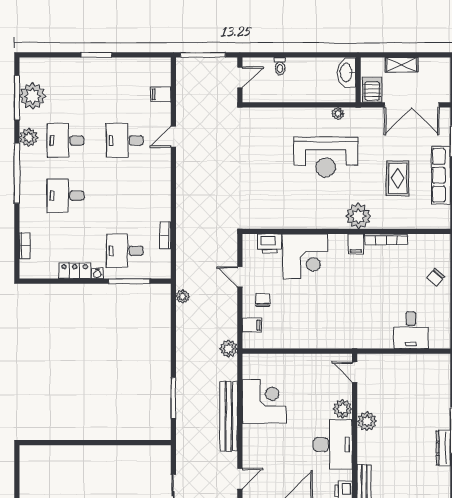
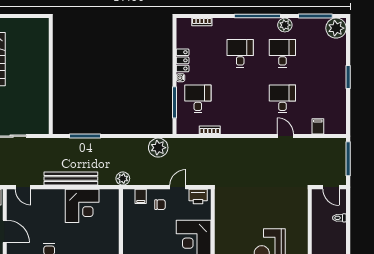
plant: (33, 96) -> (336, 28), moved
printer: (270, 243) -> (198, 196), moved, turned -90
plant: (183, 297) -> (158, 148), width x1.88, depth x1.88

